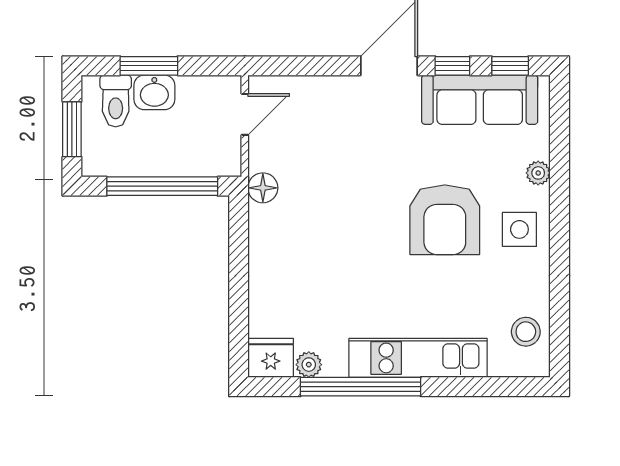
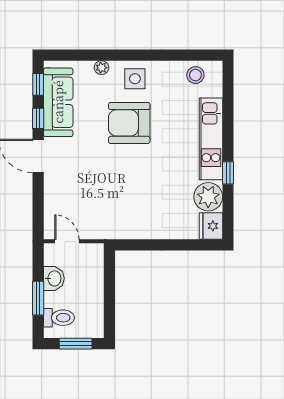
washbasin: (154, 92) -> (54, 278), moved
window: (162, 186) -> (109, 290), removed
floor lamp: (263, 188) -> (110, 231), removed
armchair: (445, 220) -> (129, 123), turned 180
plant: (309, 365) -> (208, 197), width x1.88, depth x1.88
window: (361, 387) -> (228, 173), width x0.32

